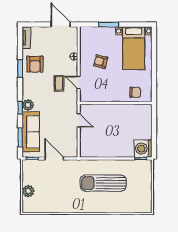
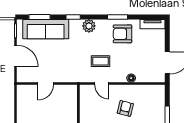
door: (79, 82) -> (102, 83), swing flipped
plant: (28, 105) -> (89, 26), moved
door: (79, 120) -> (46, 83), moved
door: (54, 158) -> (15, 56), hinge flipped

